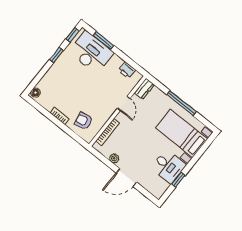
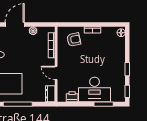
desk: (91, 52) -> (95, 89), moved

